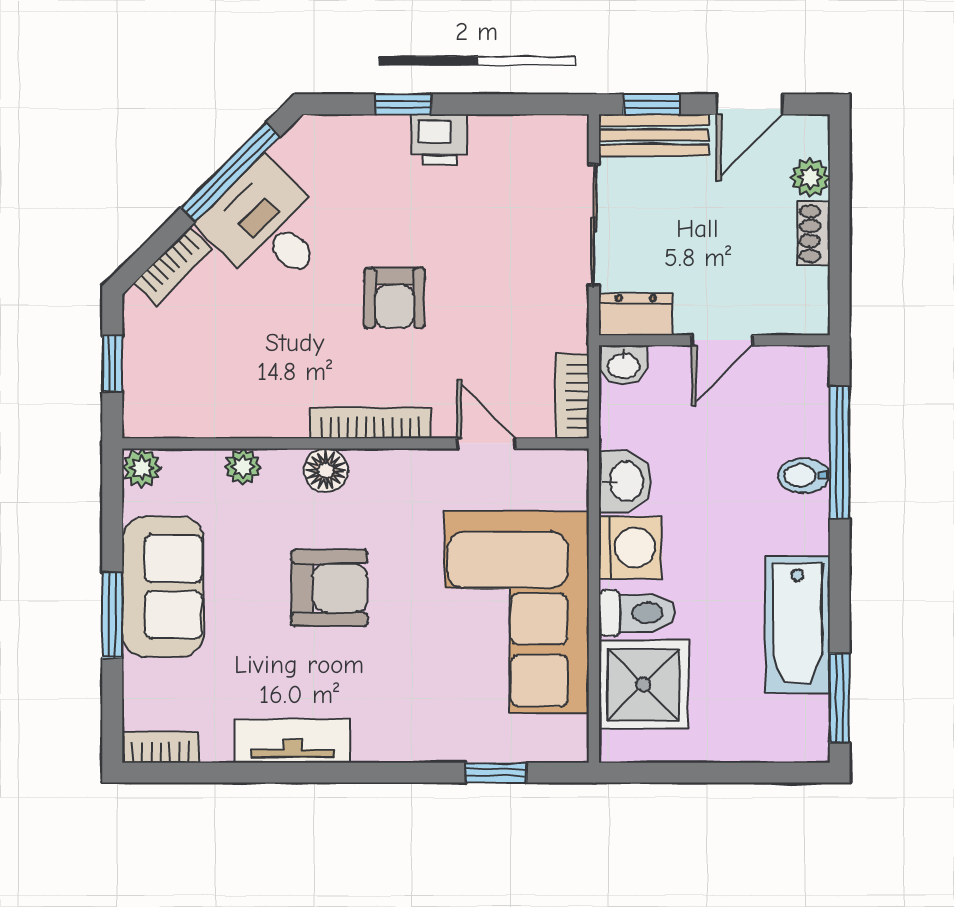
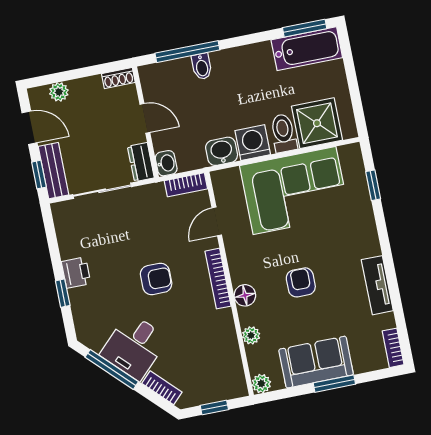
shoe rack: (814, 234) -> (118, 78), moved
armchair: (329, 588) -> (301, 282), width x0.72, depth x0.72
bathtub: (797, 625) -> (307, 49), moved

